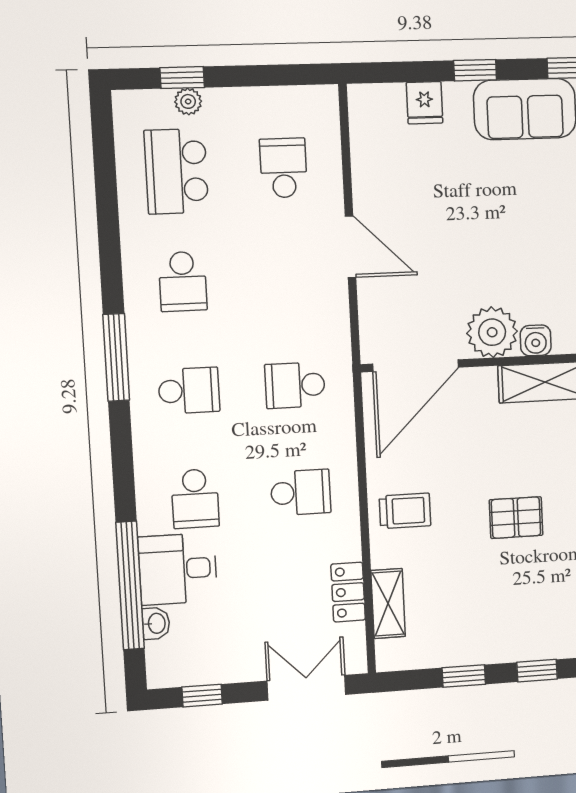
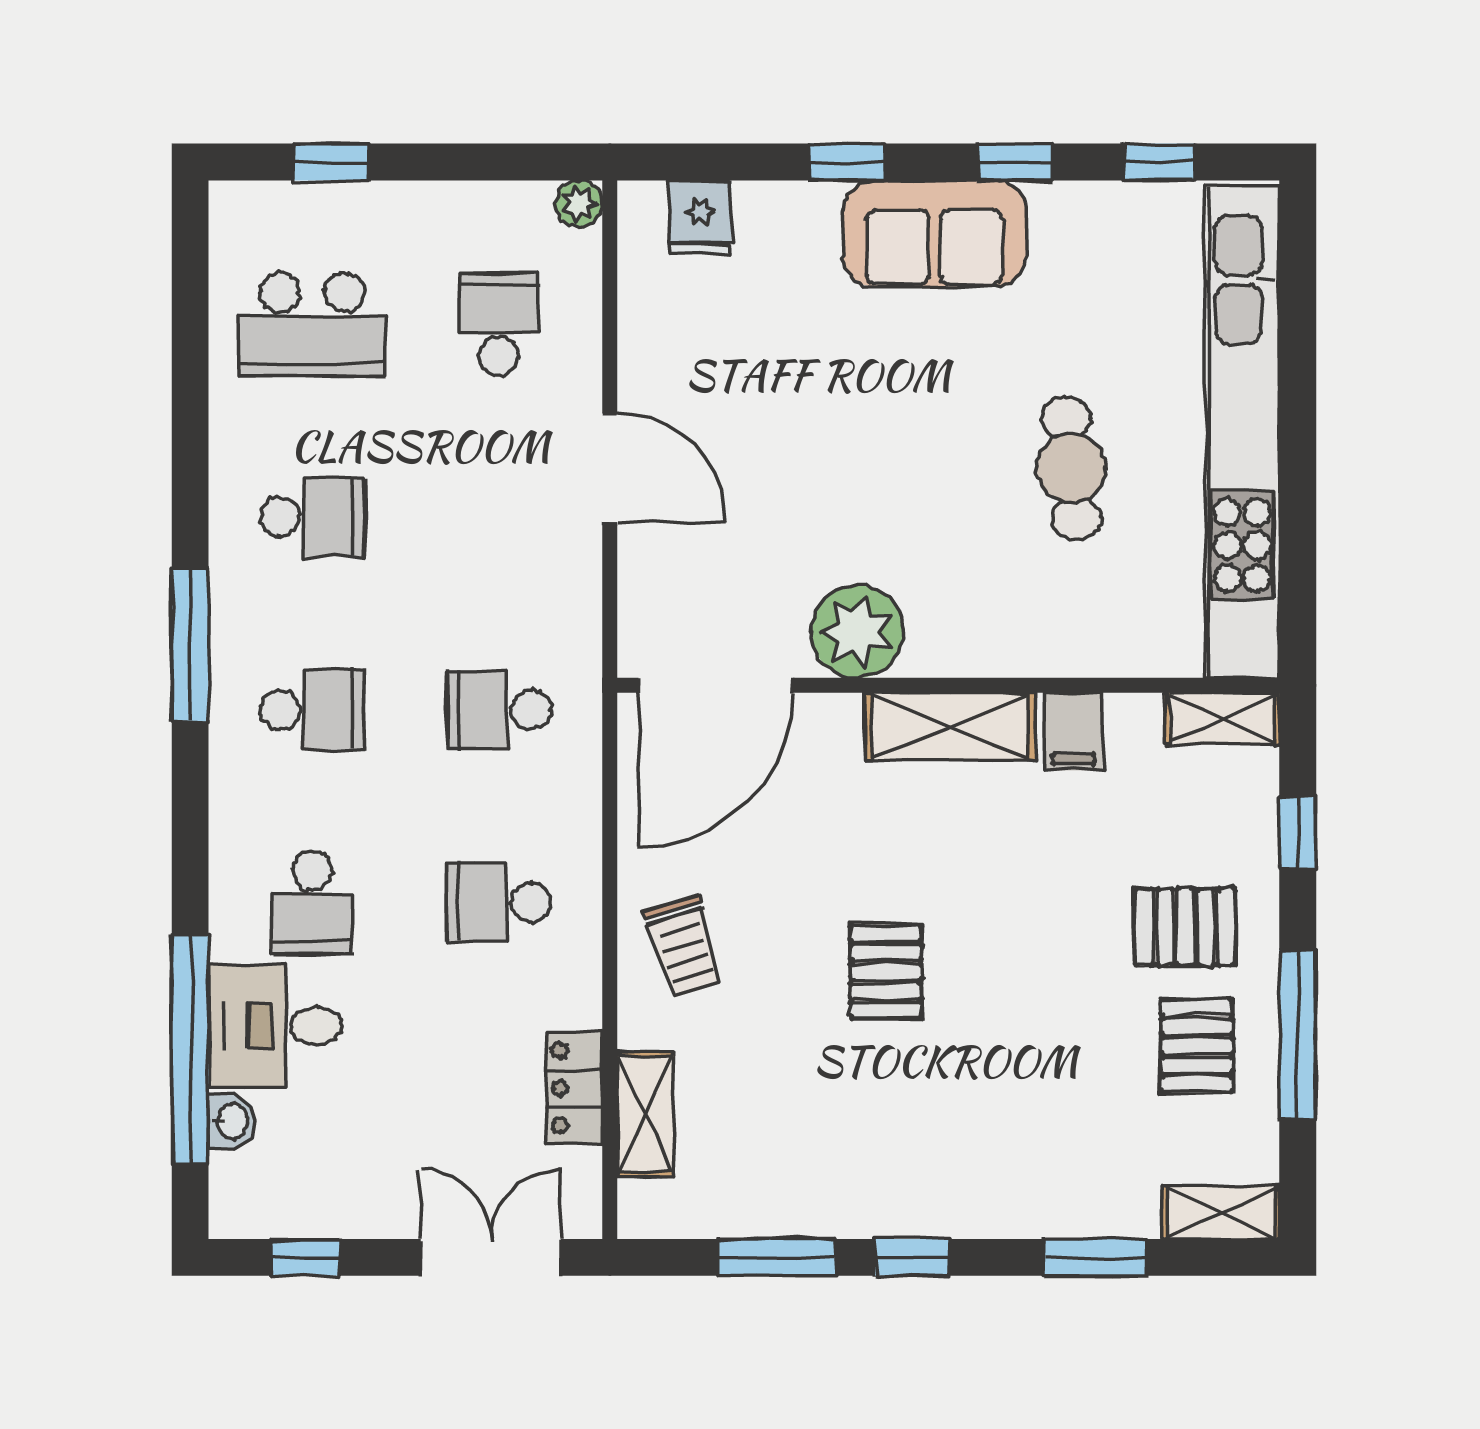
plant: (188, 101) -> (579, 204), moved
fridge: (425, 103) -> (700, 217), moved
school desk: (176, 171) -> (312, 324), turned -90
school desk: (183, 281) -> (312, 517), turned -90
water cooler: (536, 340) -> (936, 650), removed
school desk: (301, 492) -> (499, 902), turned 180
trolley: (405, 511) -> (684, 947), turned 73
pallet: (516, 518) -> (886, 972), turned 90
window: (464, 676) -> (777, 1257), width x1.50

